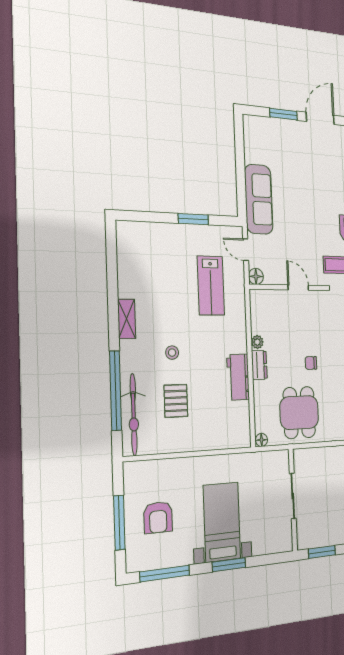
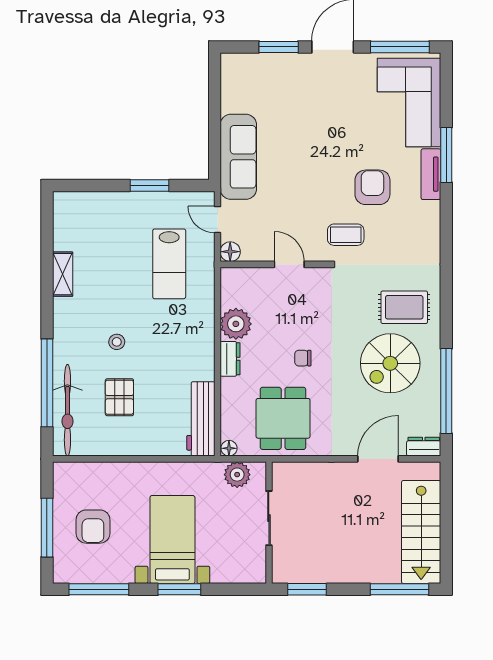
shelving: (127, 319) -> (63, 274), moved
plant: (257, 342) -> (236, 324), width x1.88, depth x1.88
workbench: (238, 377) -> (201, 419), moved, width x1.37
plant: (268, 462) -> (237, 475), added

